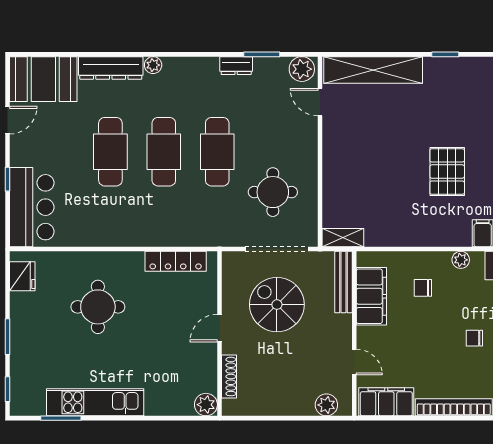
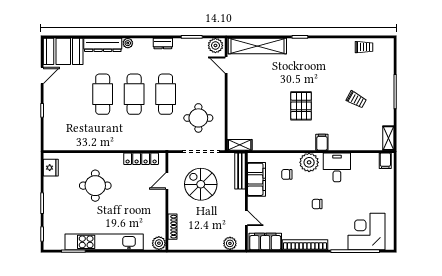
dresser: (236, 66) -> (163, 43), moved
bar counter: (32, 207) -> (56, 127), removed
plant: (461, 260) -> (309, 162), width x1.87, depth x1.87
door: (219, 328) -> (167, 181), moved
kitchen unit: (95, 402) -> (104, 242), width x1.36

